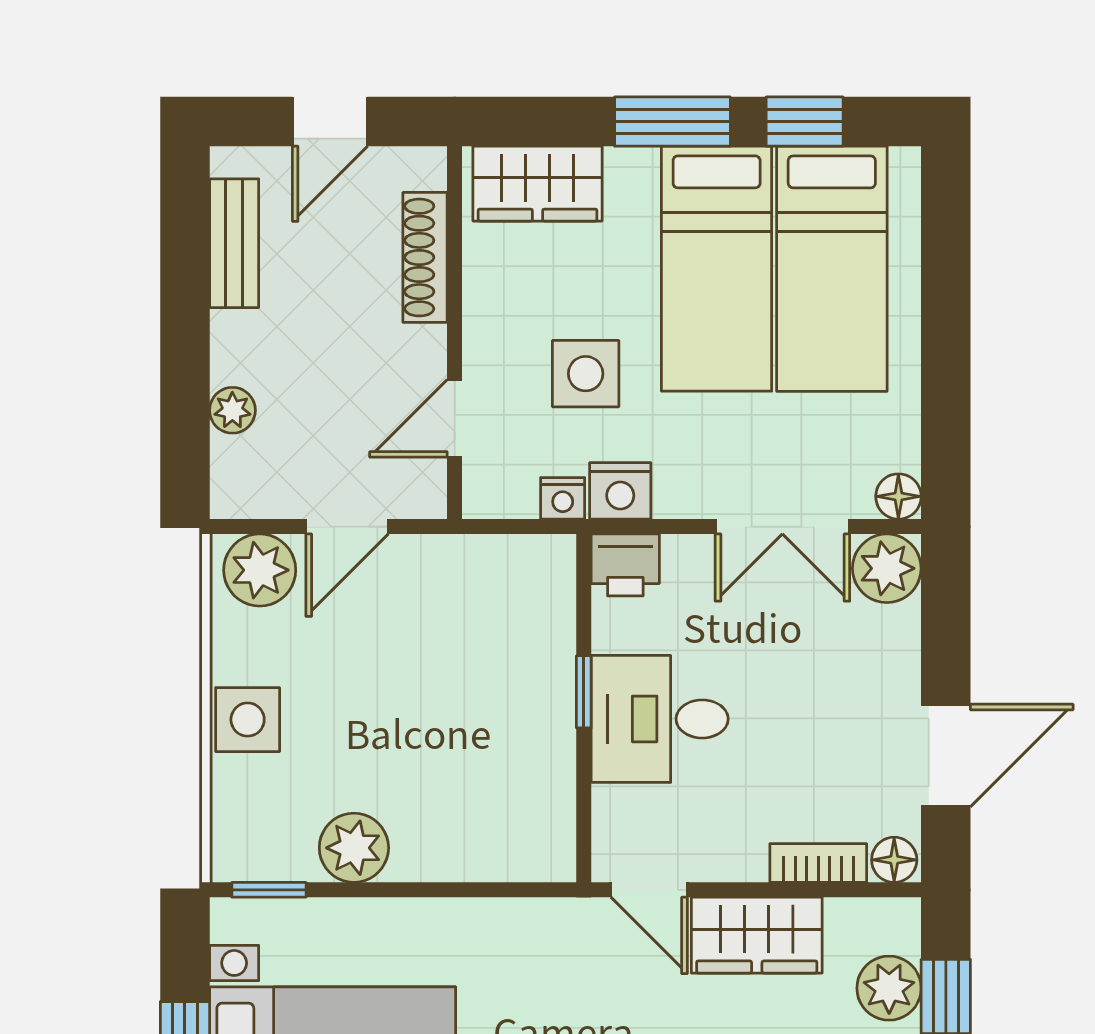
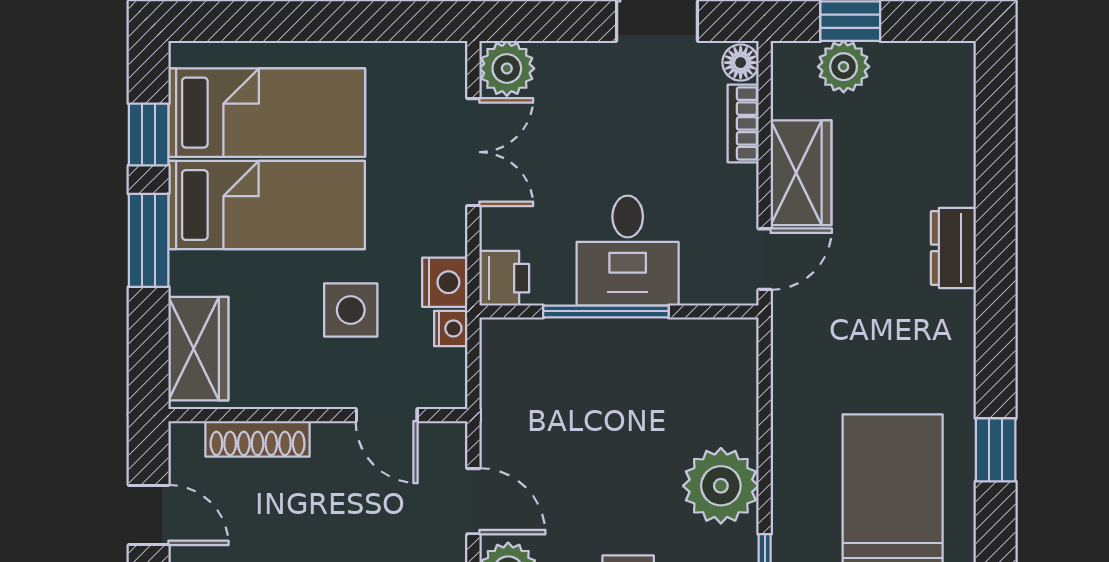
floor lamp: (898, 496) -> (449, 59), removed
window: (584, 692) -> (606, 311), width x2.17
plant: (354, 848) -> (721, 486), width x1.36, depth x1.36

